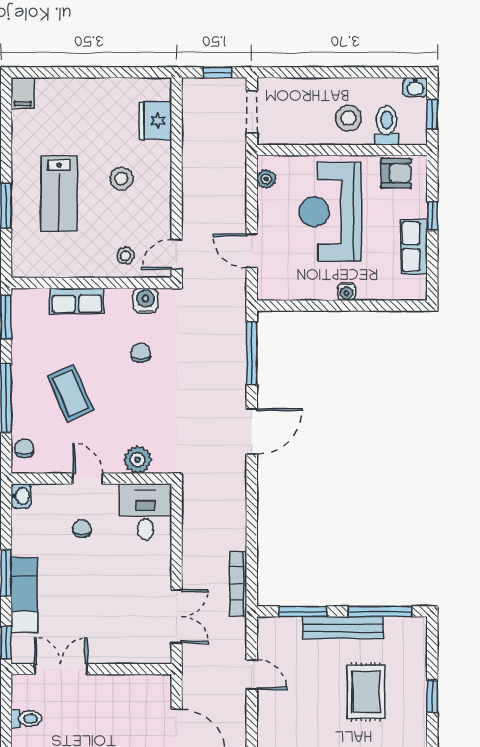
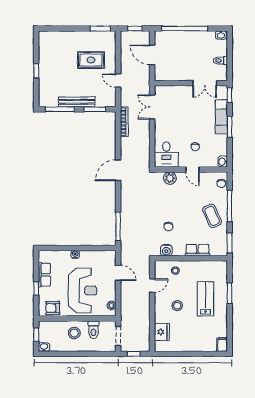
toilet: (387, 125) -> (93, 330), moved
door: (177, 254) -> (152, 286), moved
coffee table: (70, 393) -> (212, 216), moved
door: (252, 431) -> (118, 170), moved
rug: (366, 692) -> (91, 60), moved, turned 90

